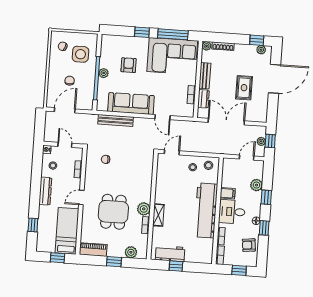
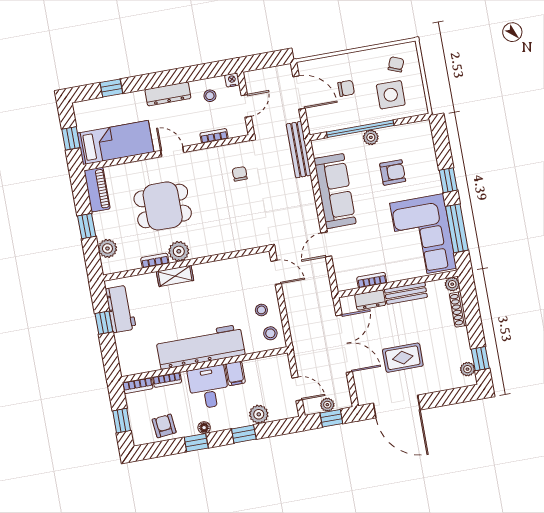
door: (275, 79) -> (397, 406), moved
bench: (116, 120) -> (299, 150), moved

